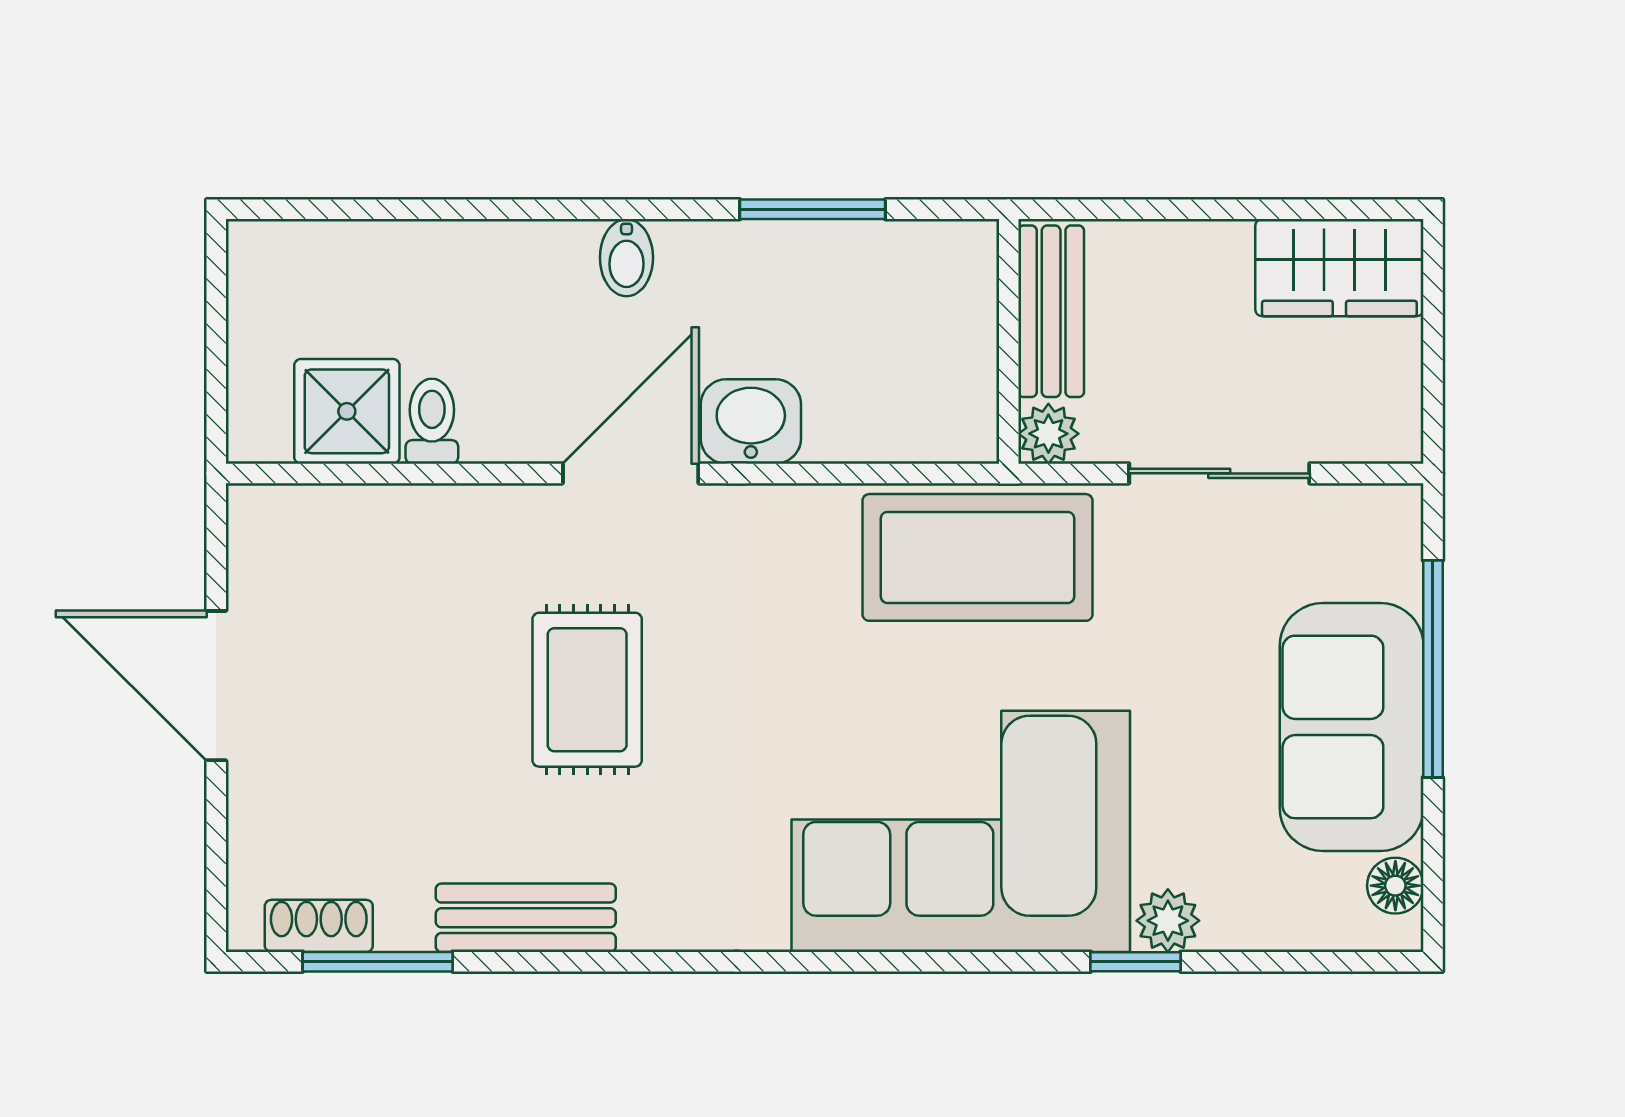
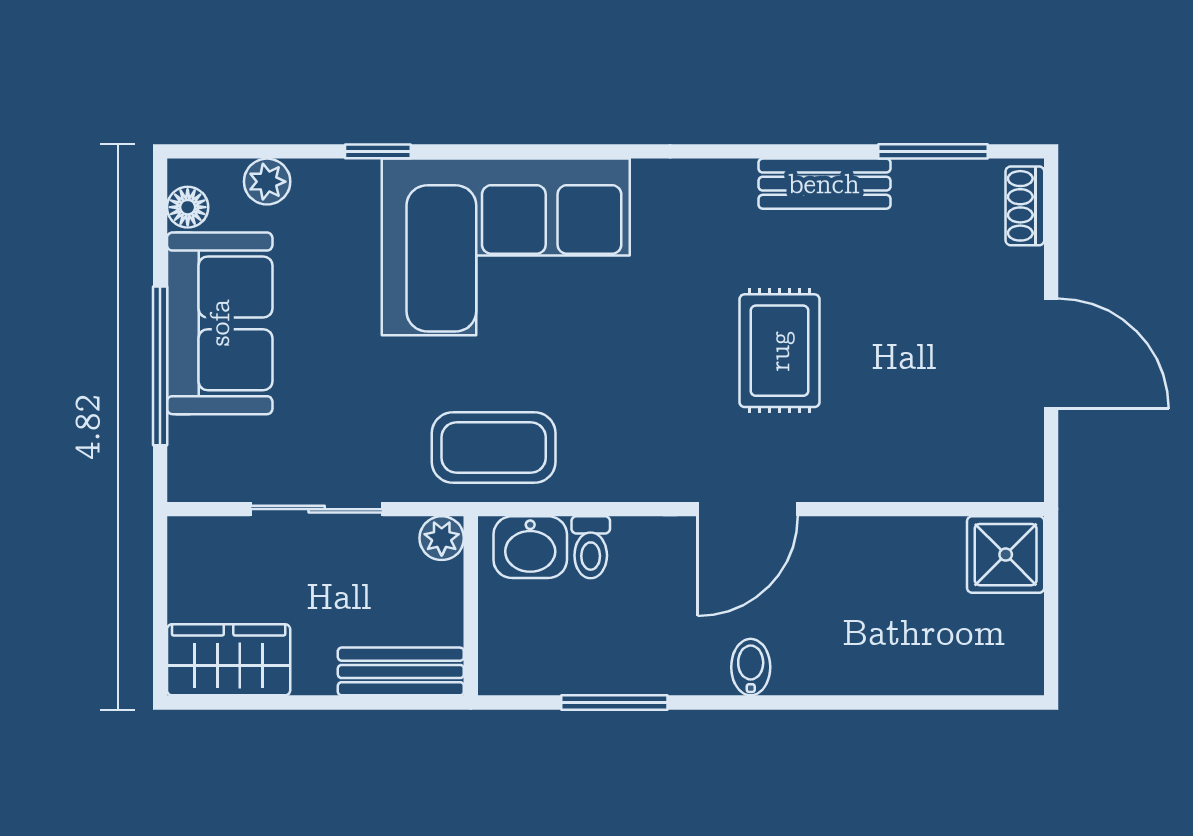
bench: (1051, 311) -> (401, 671), moved, turned 90
shower: (347, 411) -> (1006, 555), moved
toilet: (432, 421) -> (591, 547), moved
washbasin: (751, 421) -> (530, 547), moved
coffee table: (977, 557) -> (494, 448), width x0.73, depth x0.76
plant: (1168, 921) -> (267, 182), moved
shoe rack: (319, 926) -> (1025, 206), moved, turned 90

